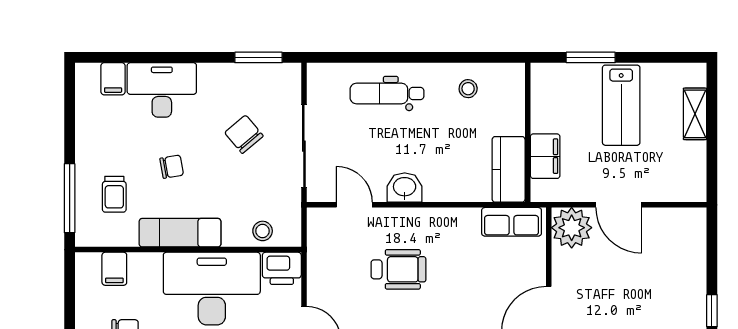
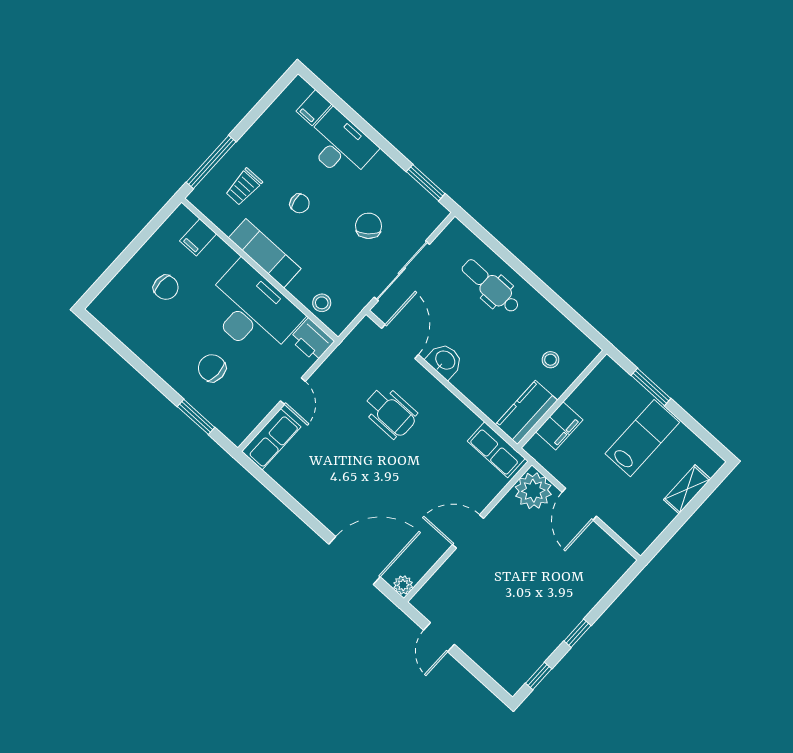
stool: (468, 89) -> (551, 360), moved
lab bench: (621, 105) -> (642, 438), turned 180
door: (354, 205) -> (400, 342), width x1.38

